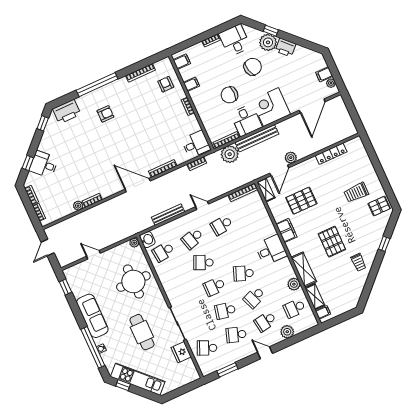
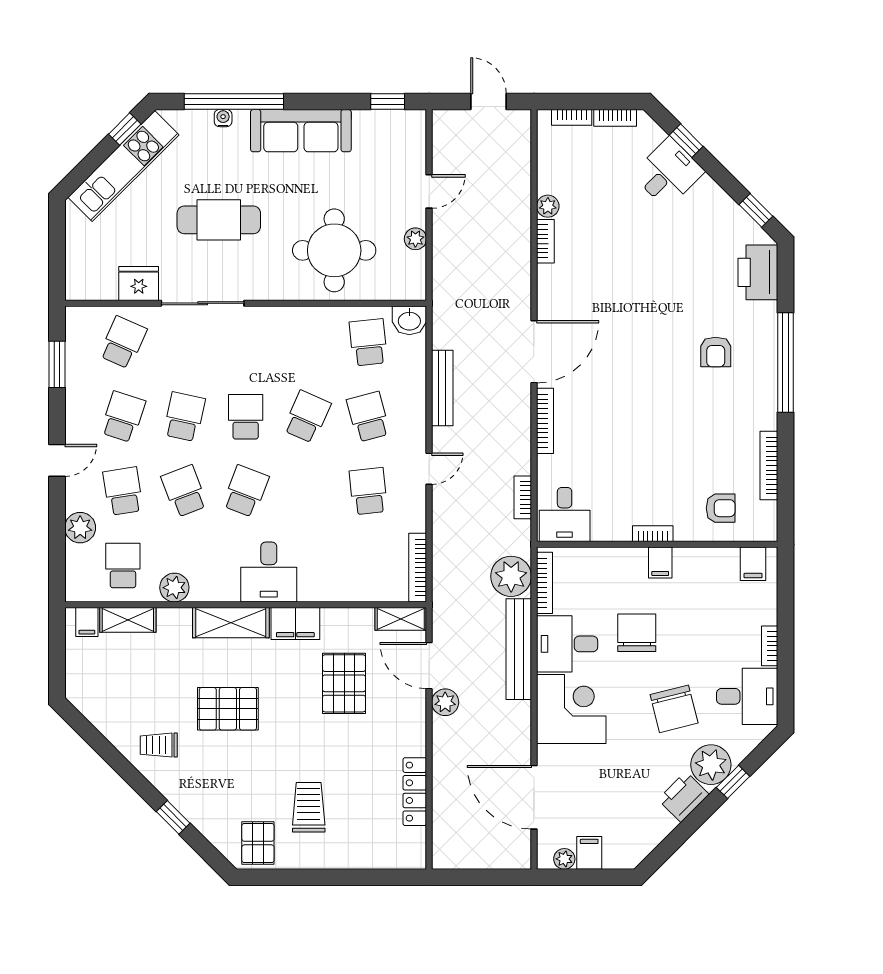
filing cabinet: (191, 84) -> (660, 563), moved
plant: (134, 243) -> (415, 239), moved
shelving: (304, 269) -> (231, 623), moved

